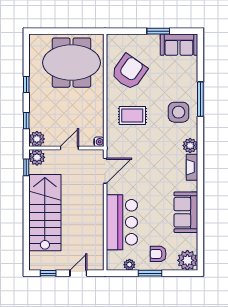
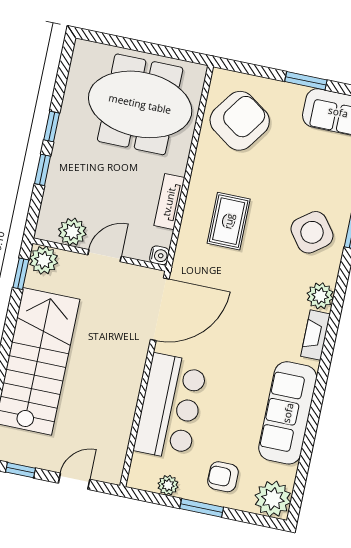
armchair: (129, 72) -> (240, 121), moved
tv unit: (98, 112) -> (169, 202), added
side table: (179, 112) -> (312, 232), turned -37
rug: (132, 116) -> (229, 221), turned 90
window: (26, 121) -> (43, 170), moved
plant: (37, 139) -> (72, 232), moved
door: (105, 171) -> (160, 309), width x1.36
sofa: (186, 212) -> (288, 413), width x1.36

